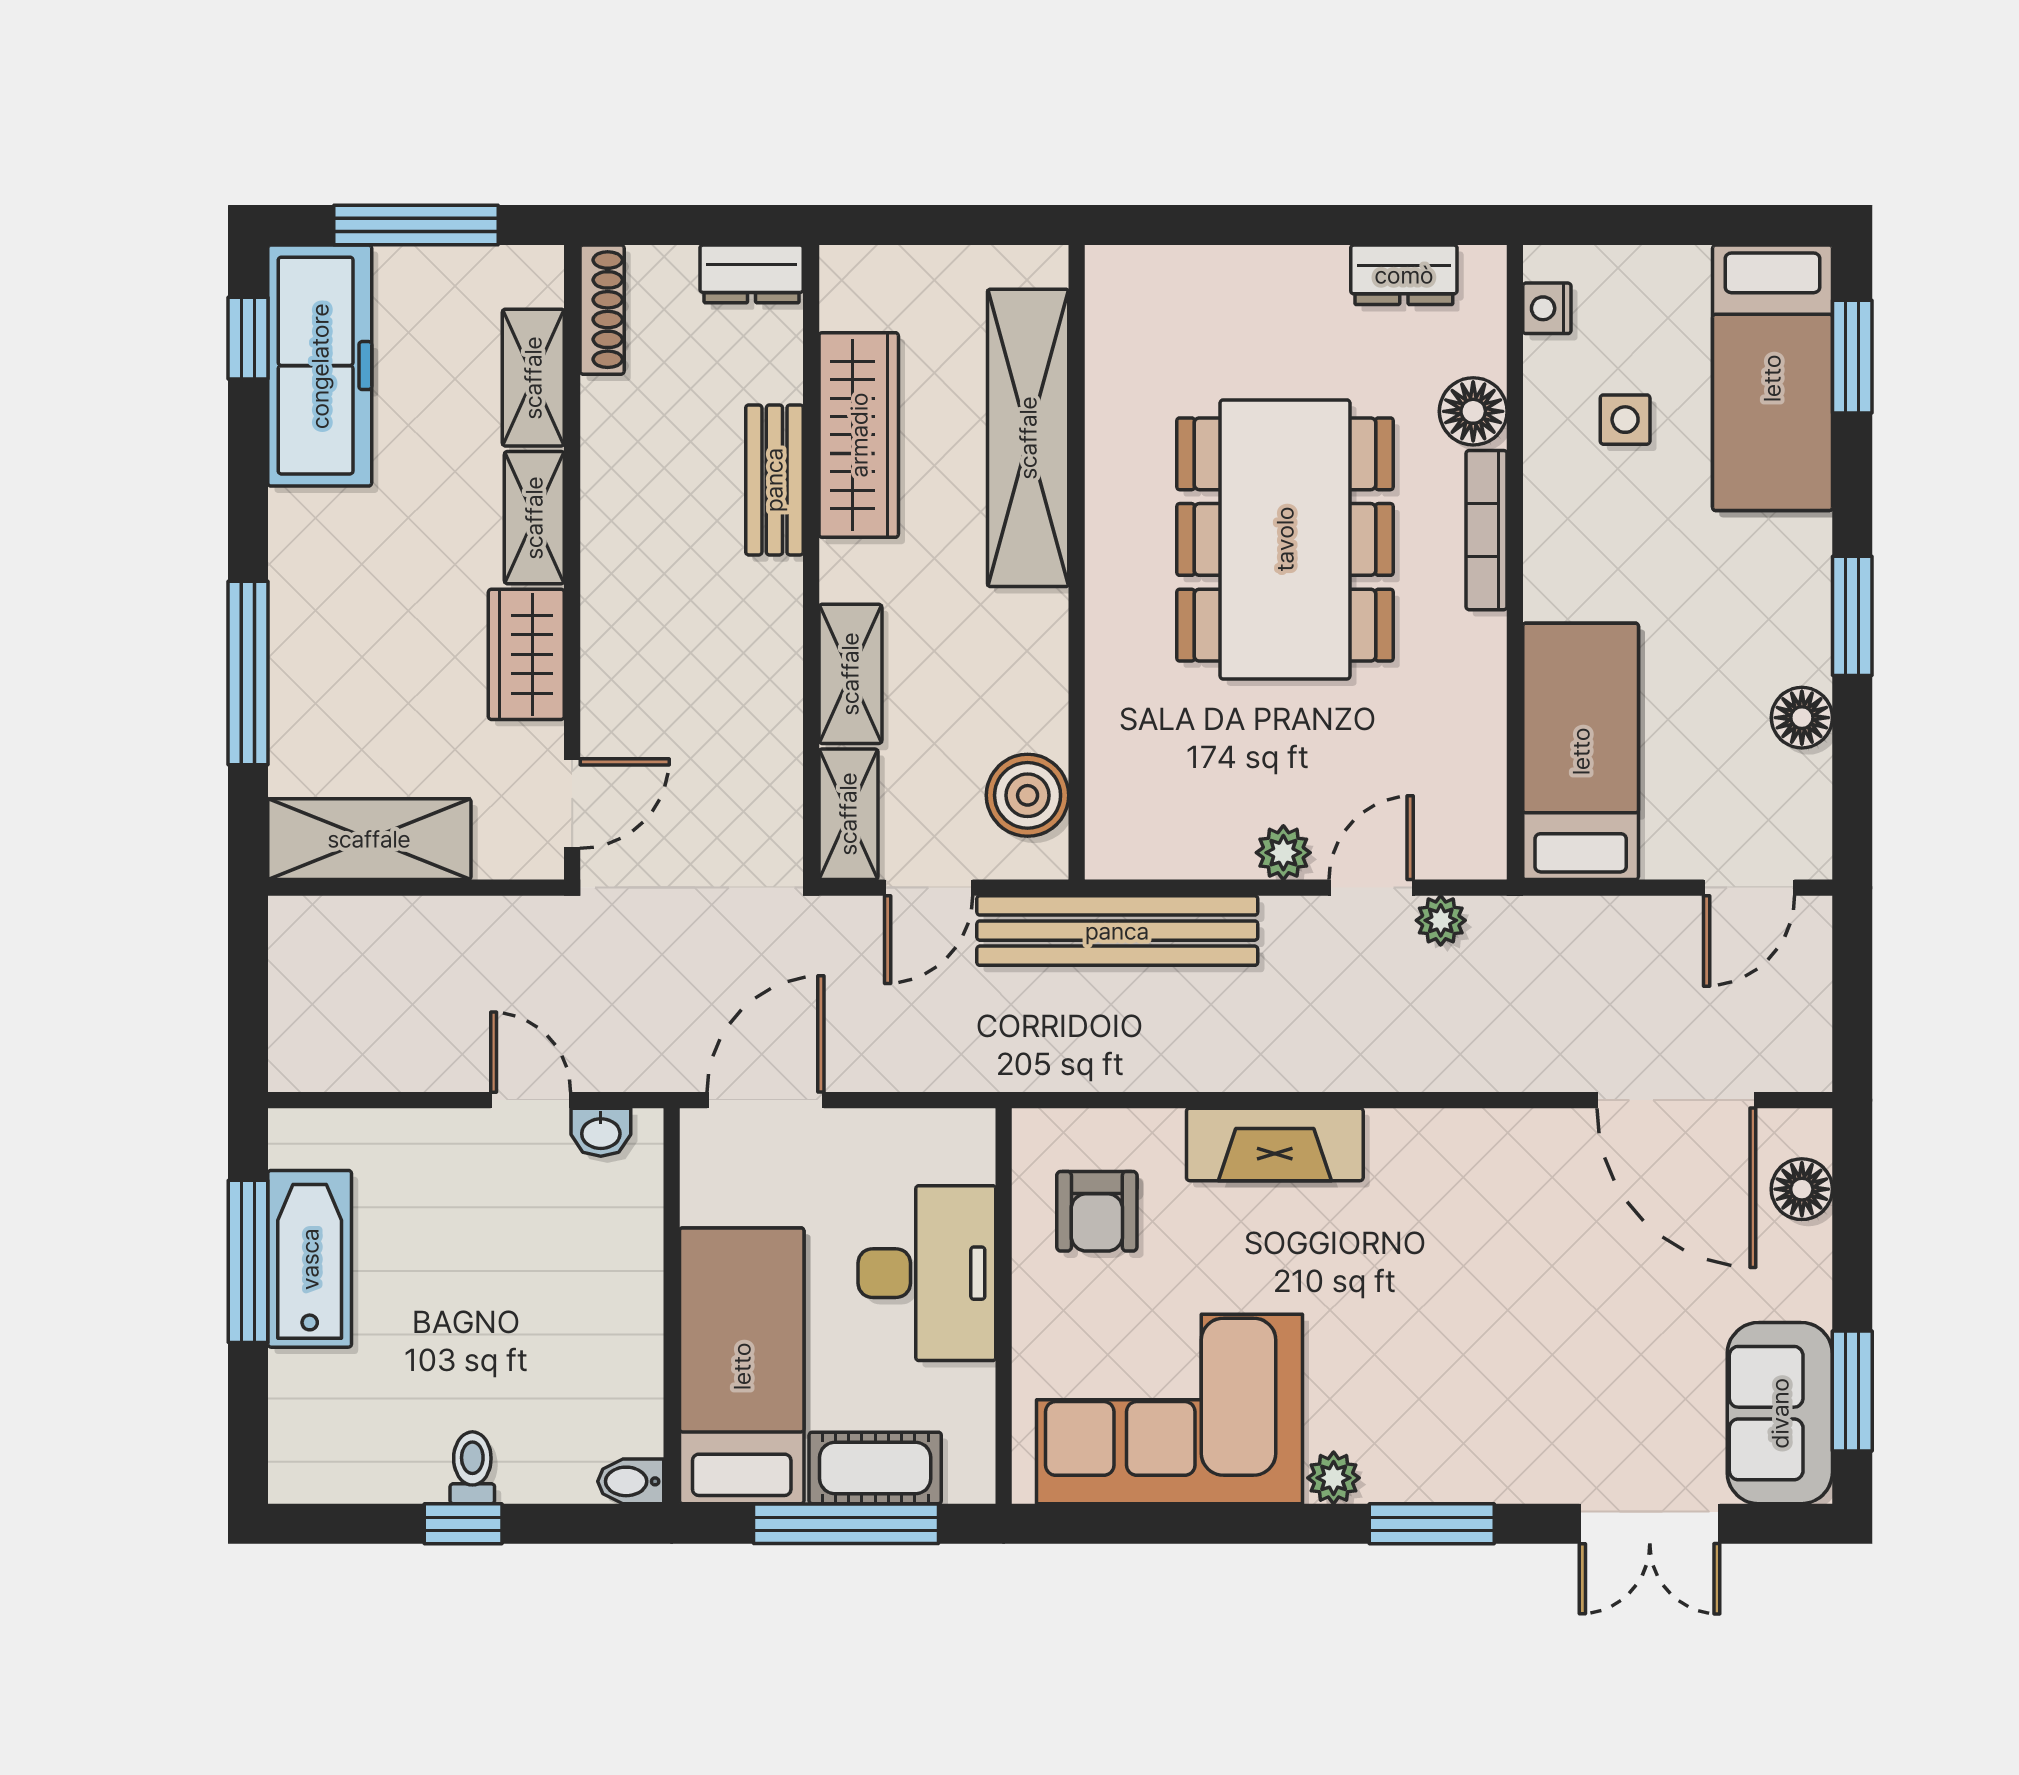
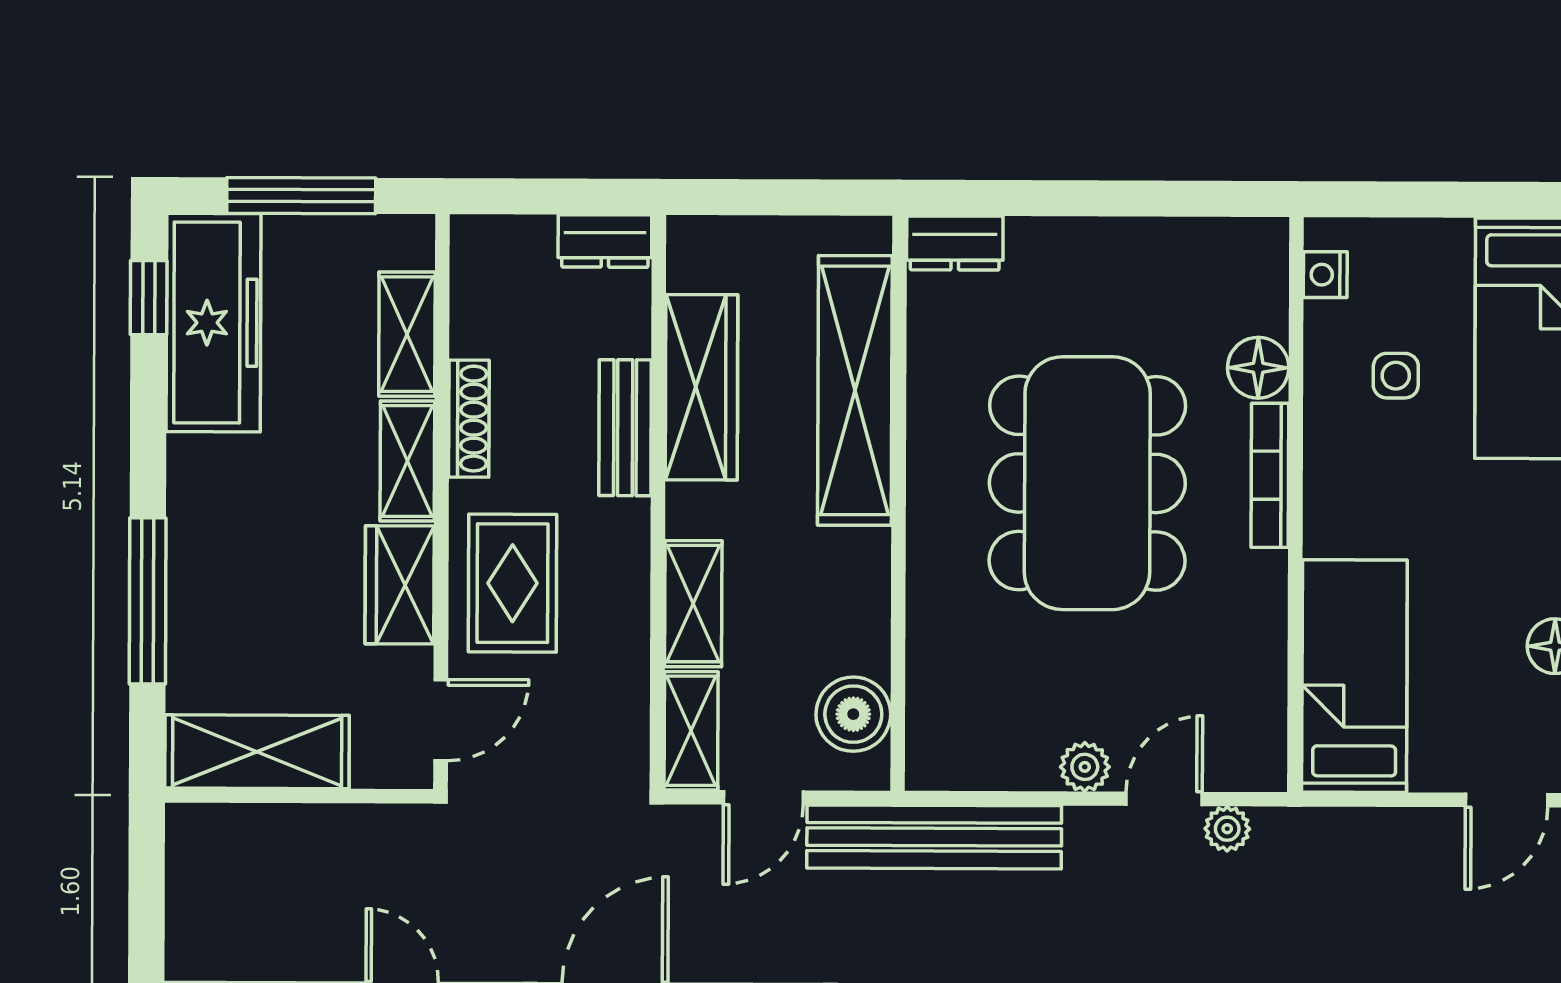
dresser: (1404, 275) -> (955, 243), moved
shoe rack: (602, 310) -> (469, 419), moved
rug: (651, 652) -> (512, 583), added

